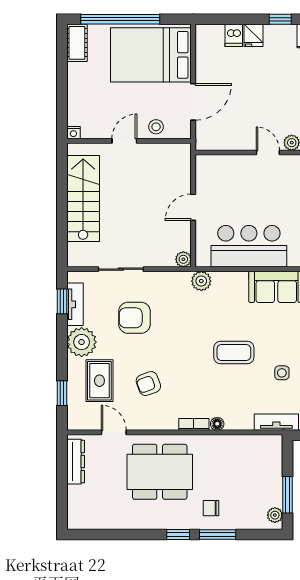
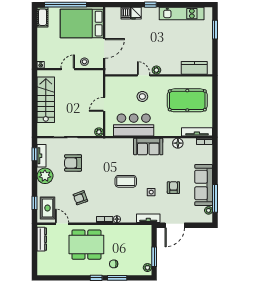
stool: (265, 192) -> (142, 96), added
plant: (201, 281) -> (108, 143), removed
rug: (99, 381) -> (47, 208), moved

